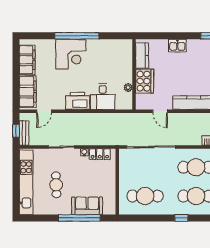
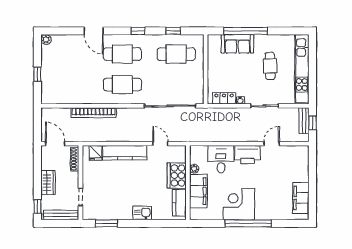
corner desk: (71, 54) -> (239, 204), moved
filing cabinet: (28, 92) -> (198, 191), moved, turned 180
door: (44, 111) -> (272, 144), moved
window: (148, 218) -> (173, 31), added

